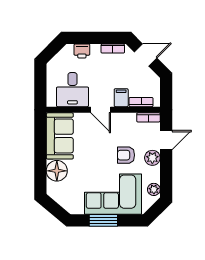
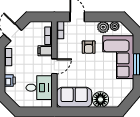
plant: (152, 158) -> (103, 27), moved

